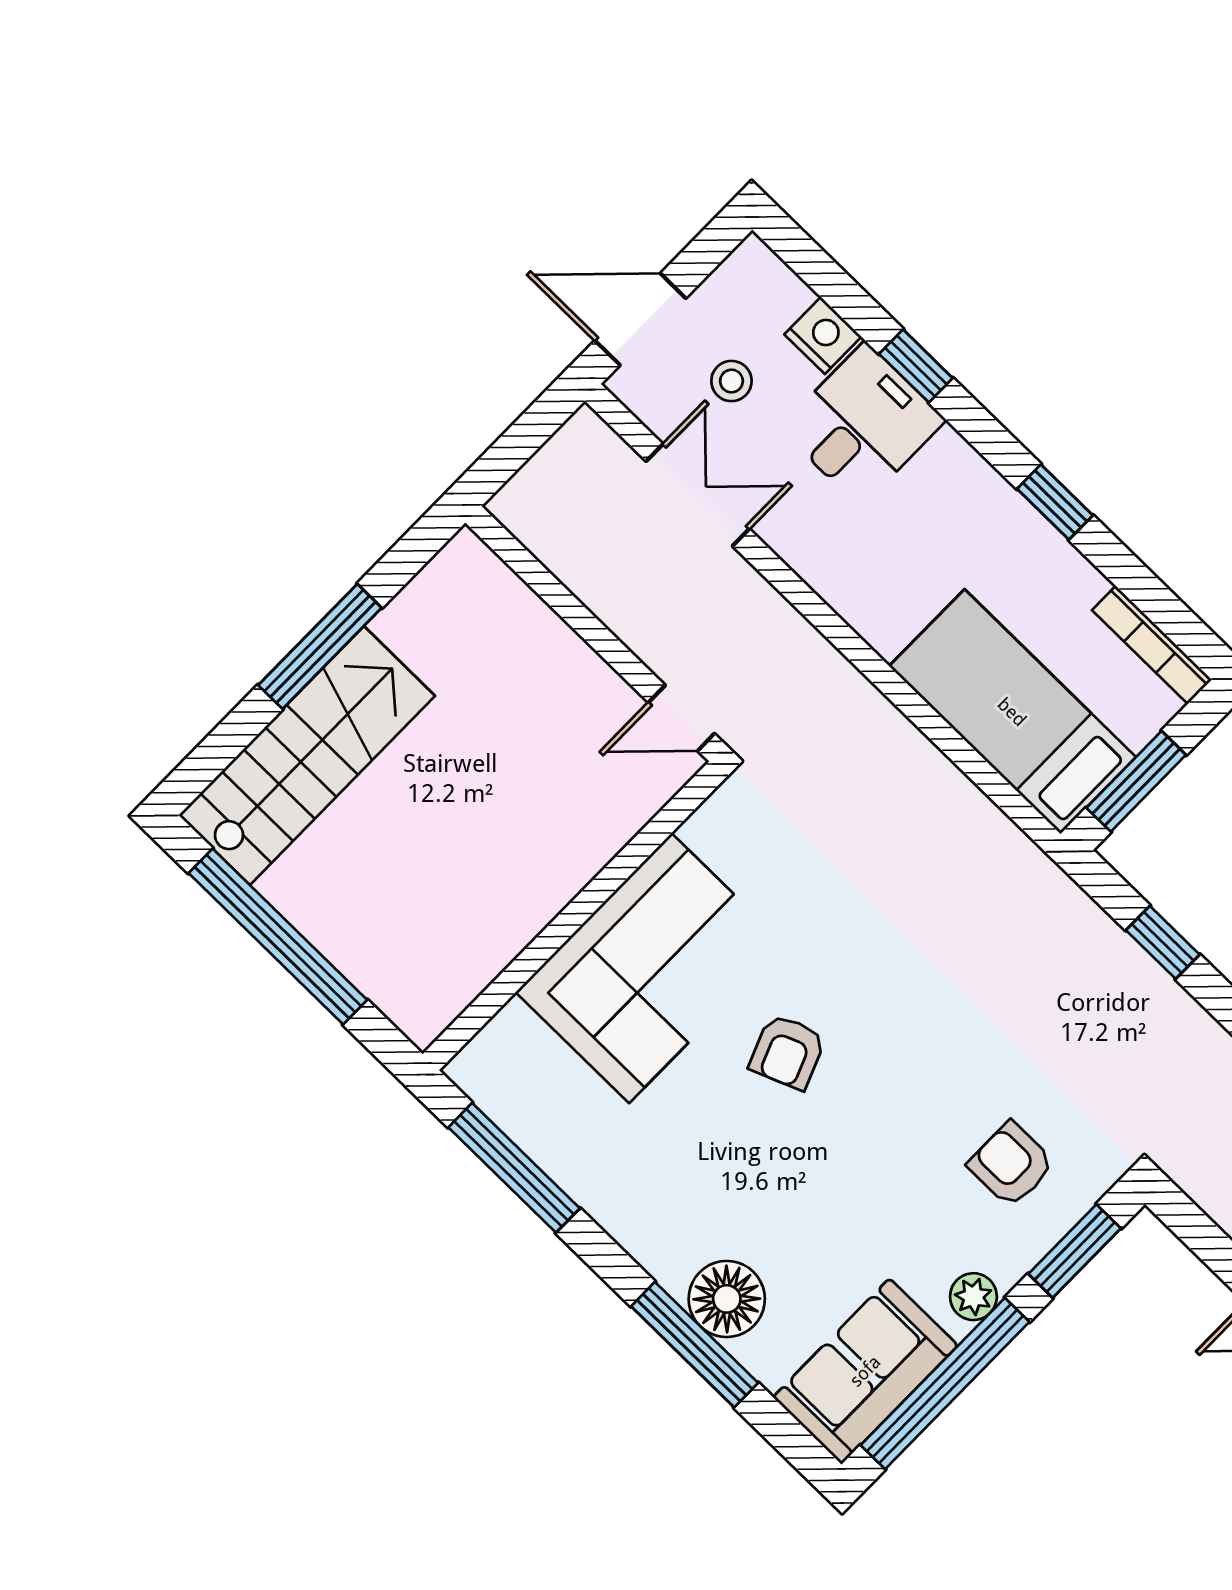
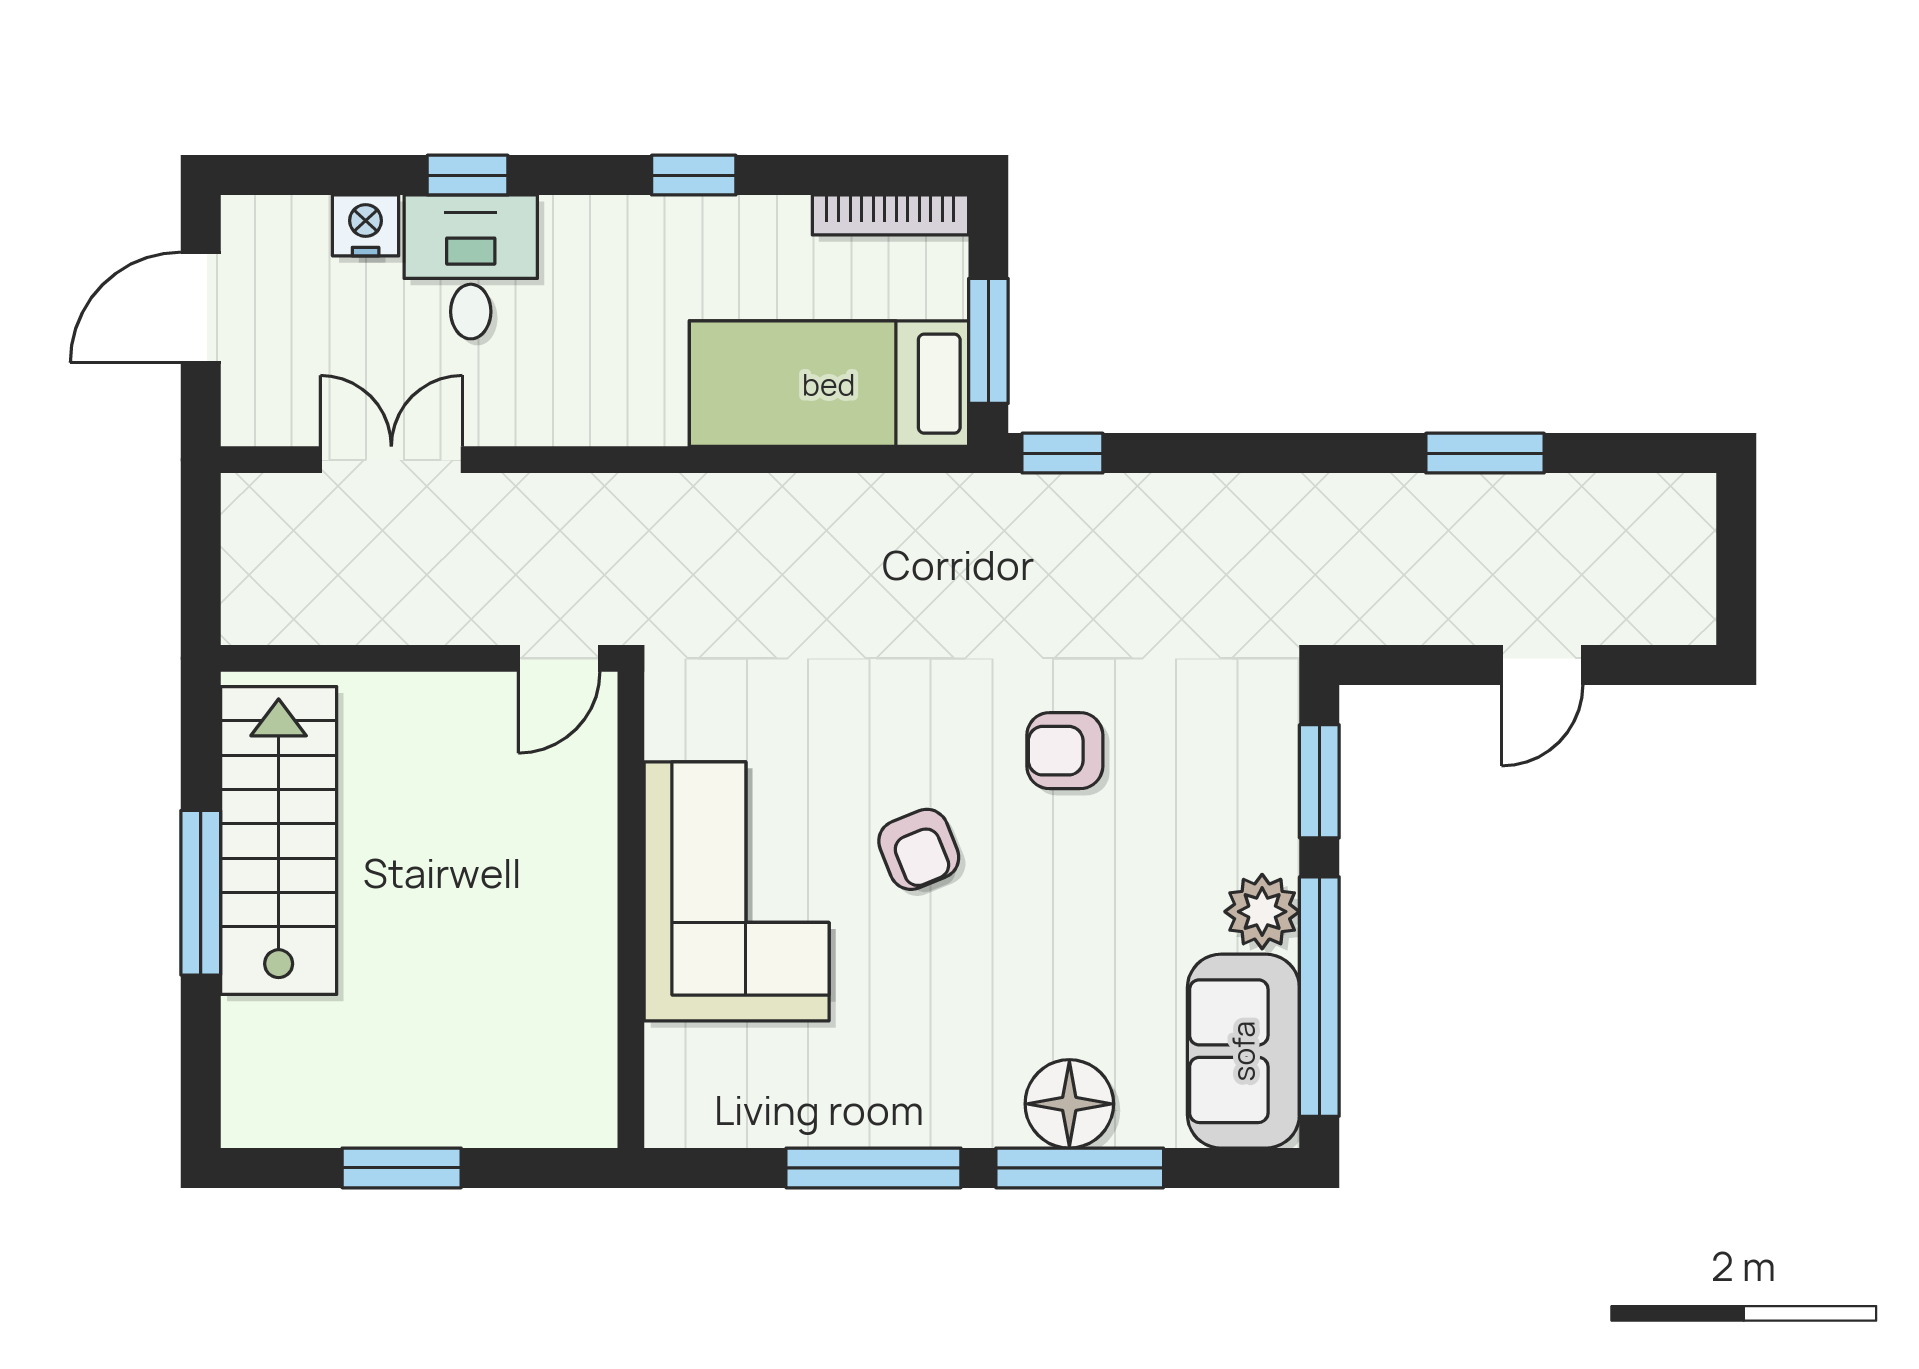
door: (640, 319) -> (201, 307), moved
stool: (731, 381) -> (327, 338), removed
stairs: (307, 756) -> (279, 840), moved
window: (278, 937) -> (402, 1168), width x0.47
window: (1163, 942) -> (1062, 453), moved
armchair: (1011, 1164) -> (1065, 751), moved
window: (514, 1168) -> (873, 1168), moved
plant: (973, 1297) -> (1262, 912), width x1.38, depth x1.38

